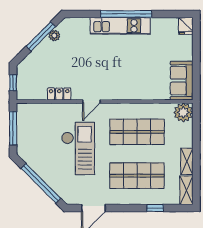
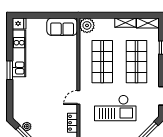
window: (126, 14) -> (10, 70), width x0.47
kitchen unit: (120, 26) -> (19, 53), moved
door: (91, 101) -> (78, 97), swing flipped
checkout: (78, 148) -> (115, 108), turned 180

